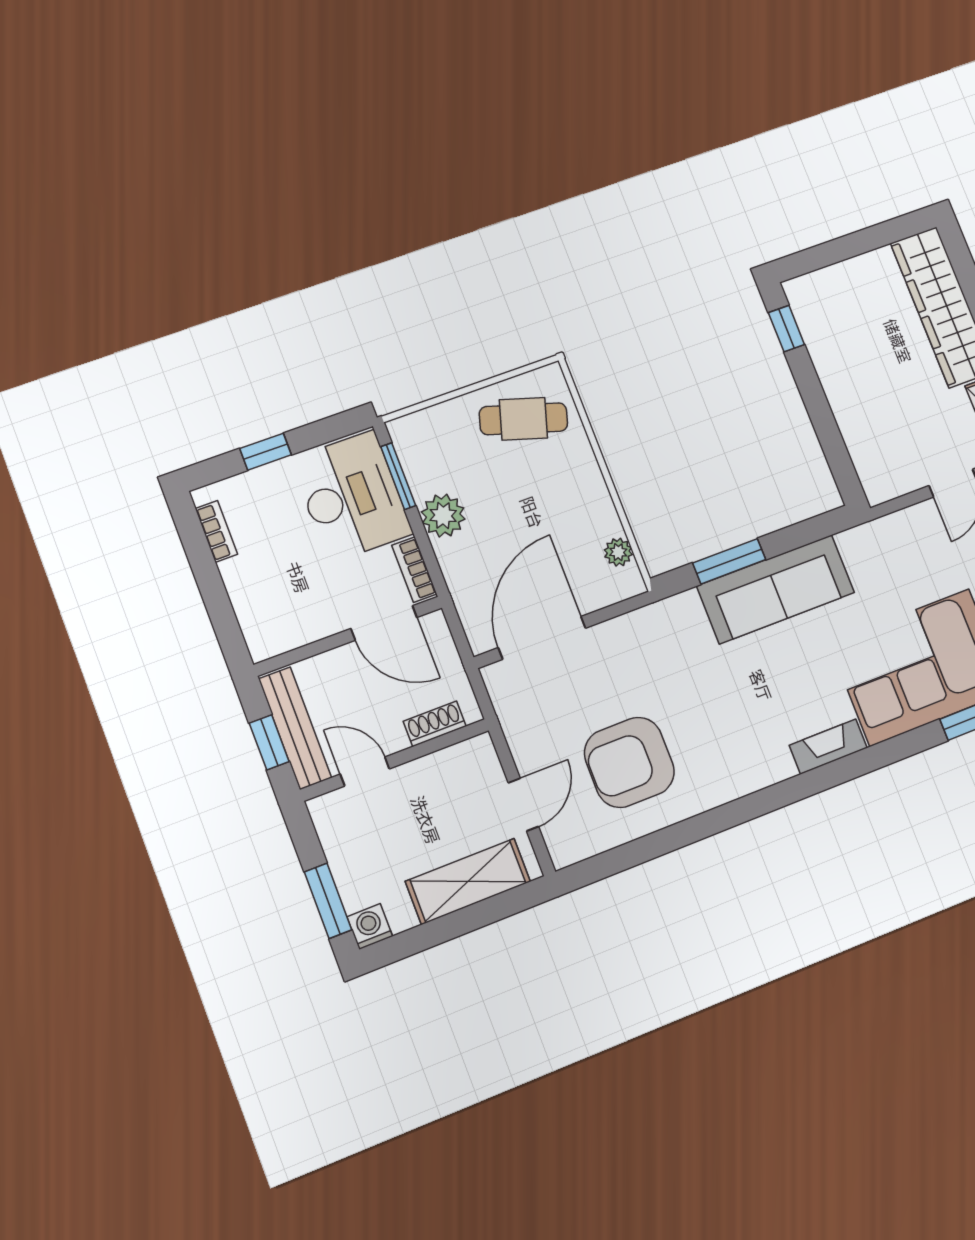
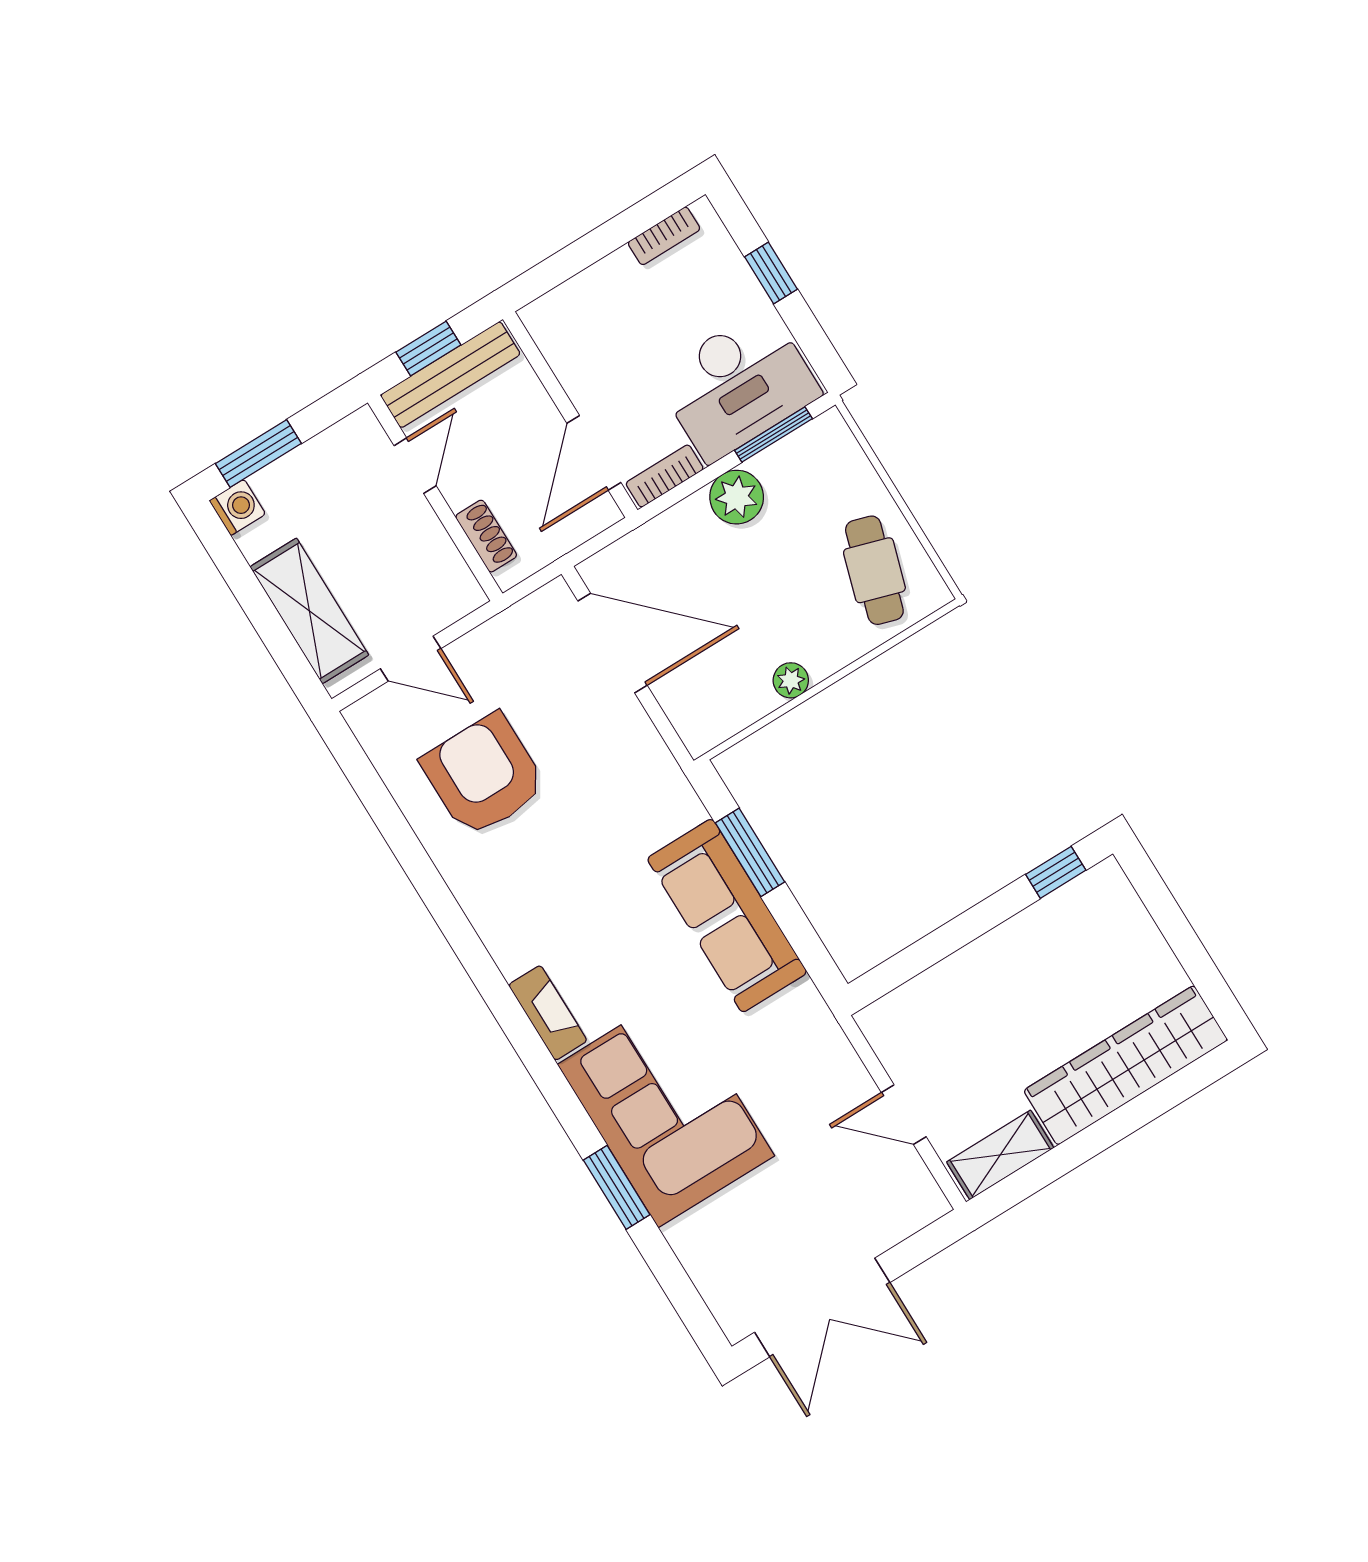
plant: (618, 552) -> (791, 680), moved

